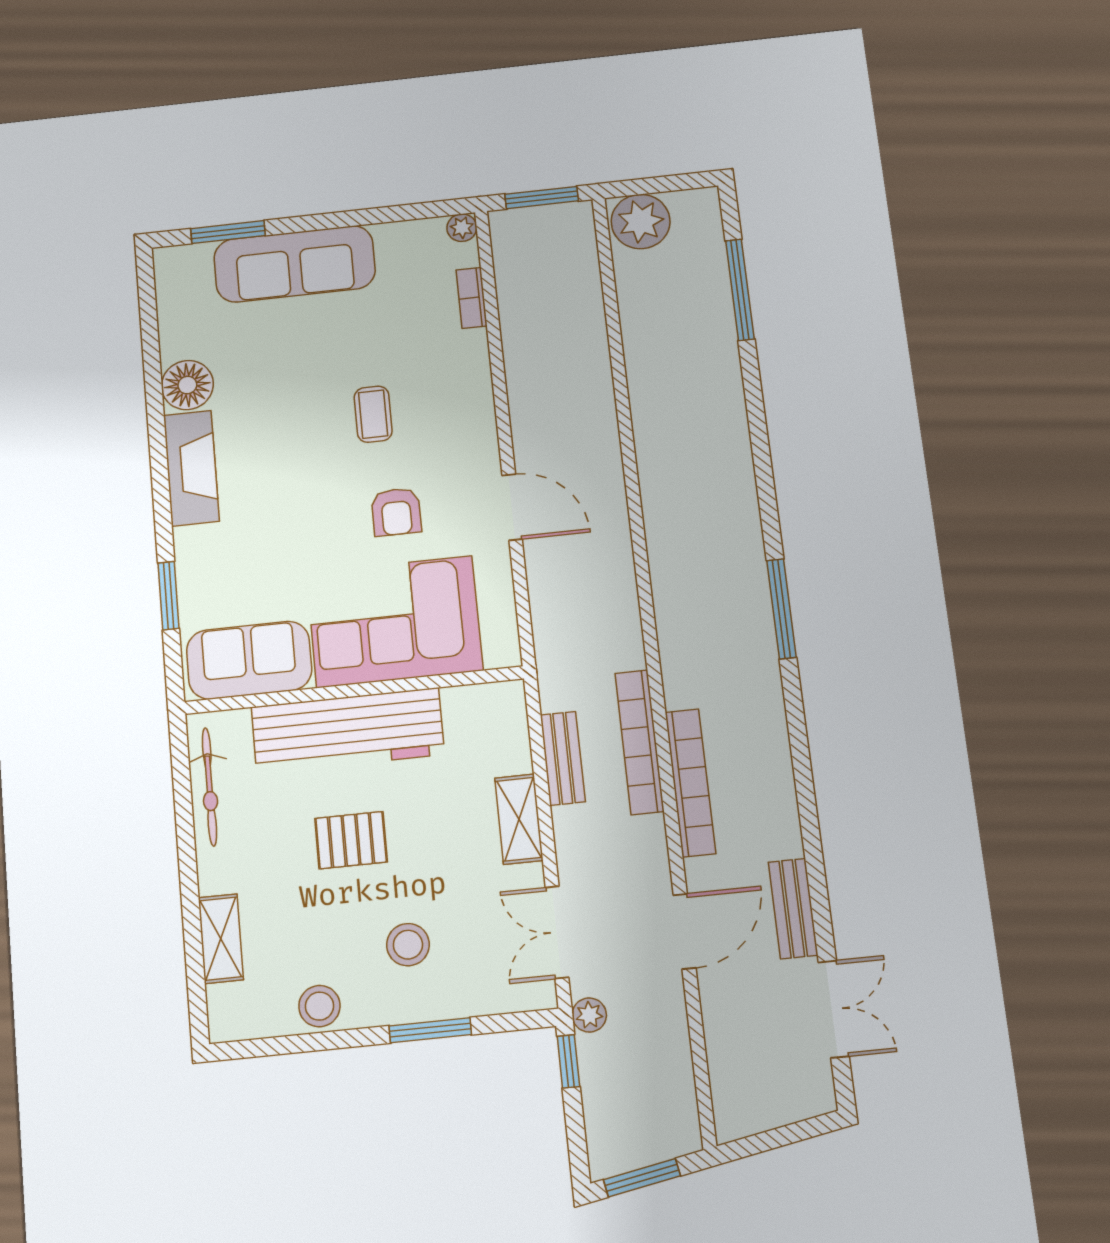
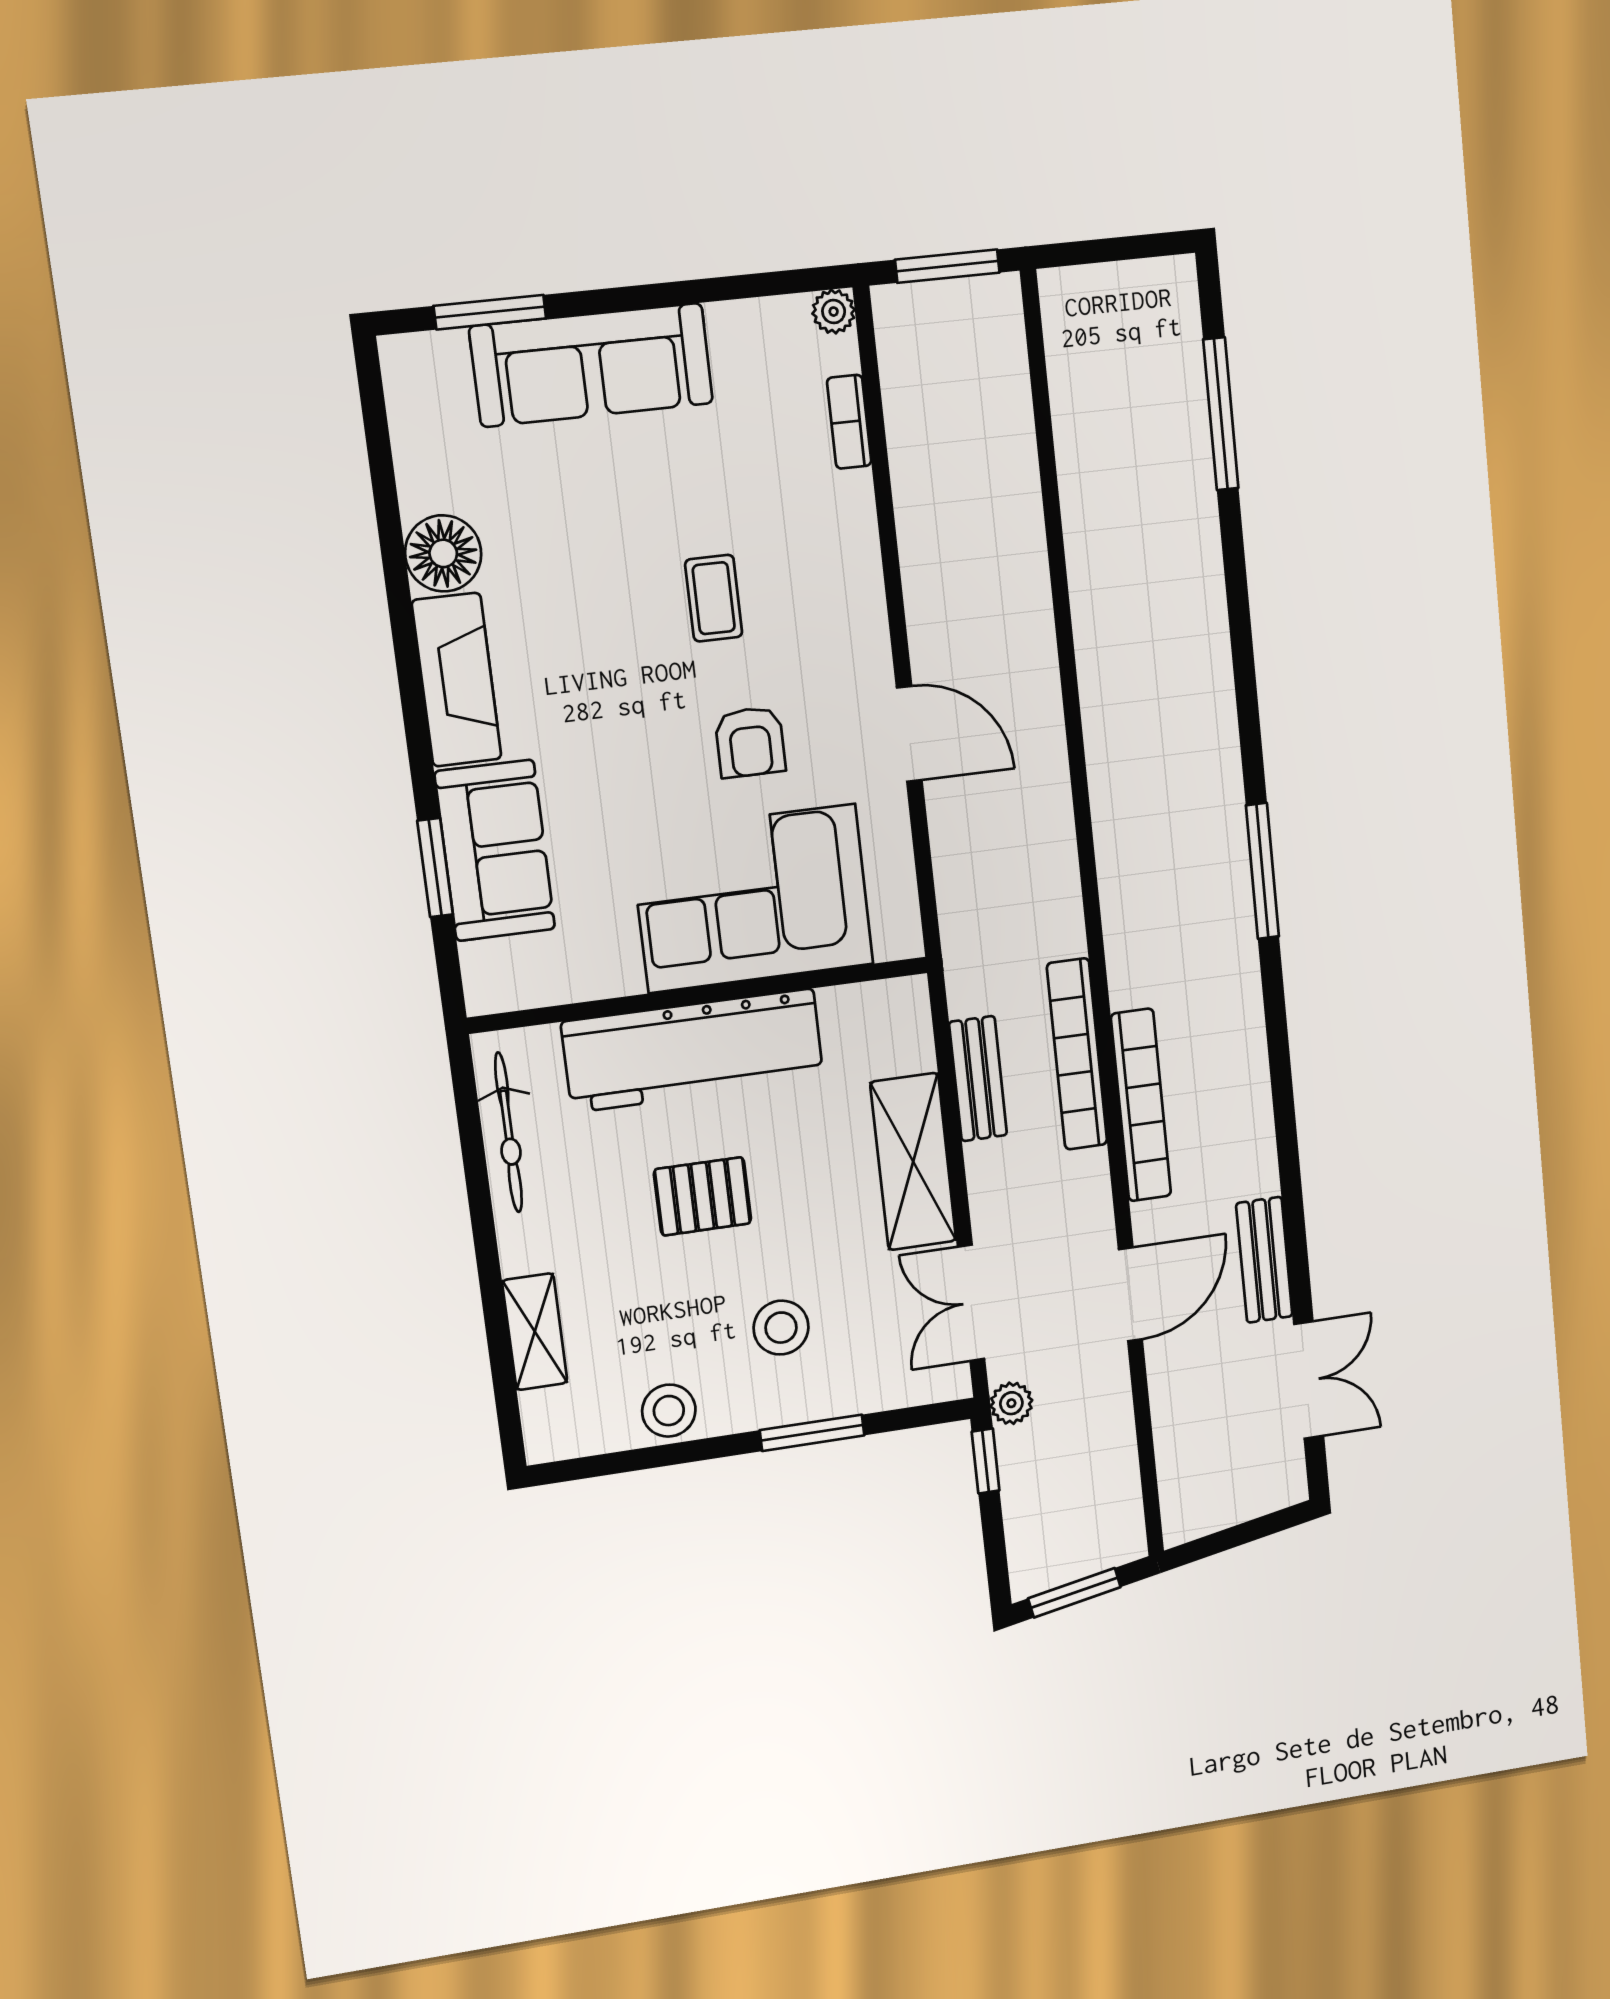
plant: (641, 221) -> (1087, 307), removed
sofa: (249, 660) -> (495, 851), moved, turned 90
shelving: (519, 819) -> (913, 1162), width x1.50, depth x1.33

